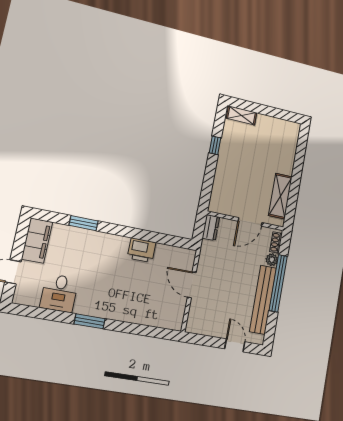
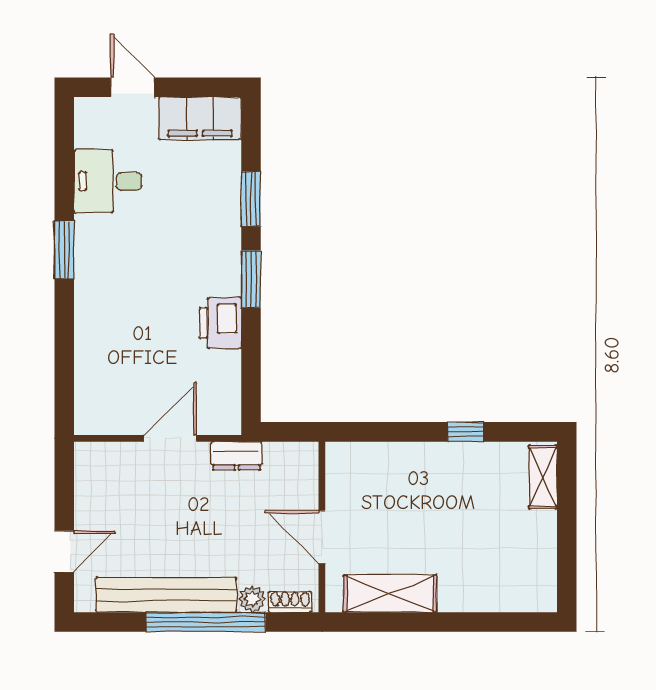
dresser: (211, 228) -> (237, 456), moved
window: (123, 231) -> (251, 279), added

